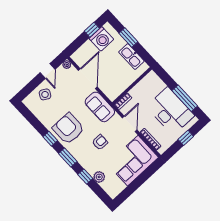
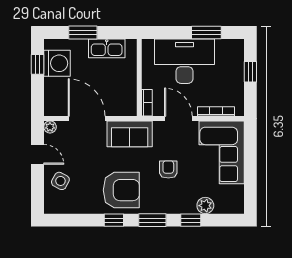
window: (185, 98) -> (206, 33), width x0.69
desk: (170, 111) -> (184, 61), moved
armchair: (68, 129) -> (121, 190), turned 180

